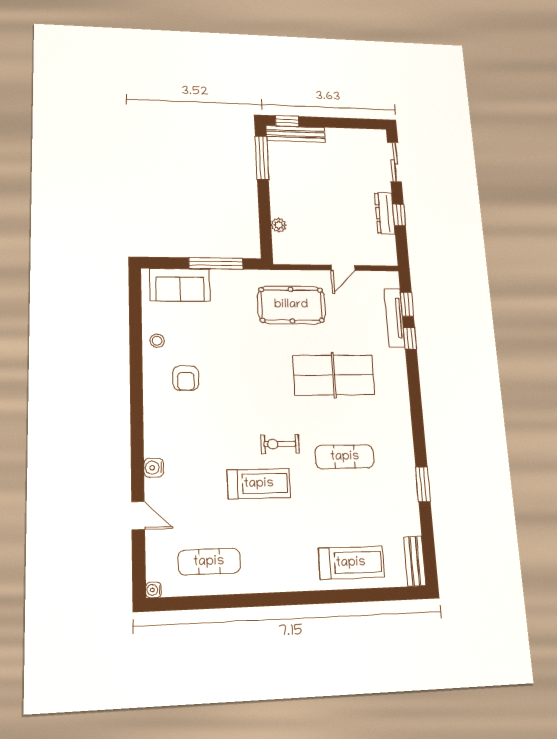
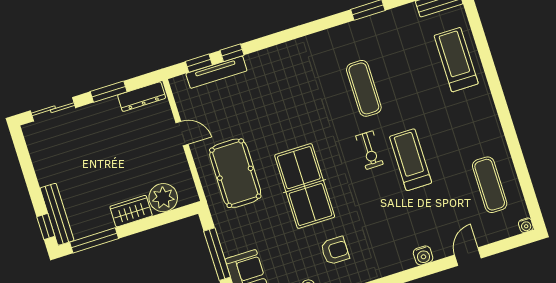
wardrobe: (281, 199) -> (131, 211), added
dresser: (385, 213) -> (142, 97), moved
window: (399, 215) -> (109, 92), width x1.50
plant: (279, 225) -> (163, 198), width x1.87, depth x1.87
table tennis table: (334, 375) -> (305, 186), moved

